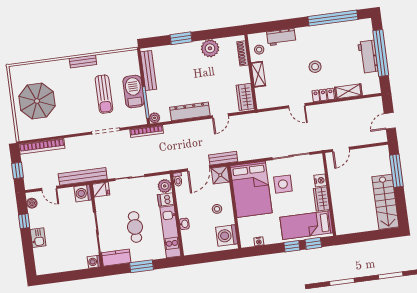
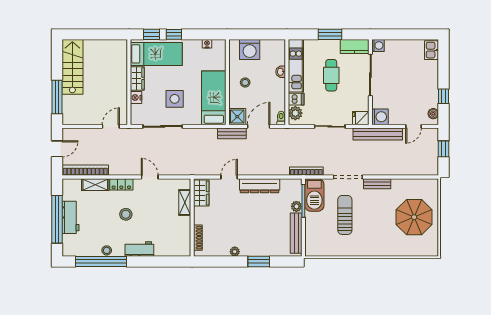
workbench: (281, 37) -> (139, 249), moved
plant: (210, 48) -> (235, 252), width x0.53, depth x0.53
stool: (259, 50) -> (107, 250), moved
bench: (83, 61) -> (377, 184), moved
shelving: (258, 74) -> (185, 203), moved
barbecue: (134, 92) -> (314, 195), moved
plant: (155, 118) -> (296, 206), moved
bookcase: (42, 146) -> (85, 170), moved
door: (49, 188) -> (414, 126), swing flipped
bed: (251, 189) -> (214, 98), width x0.67
washing machine: (227, 236) -> (250, 49), moved, turned 90
kitchen sink: (38, 238) -> (432, 50), moved

